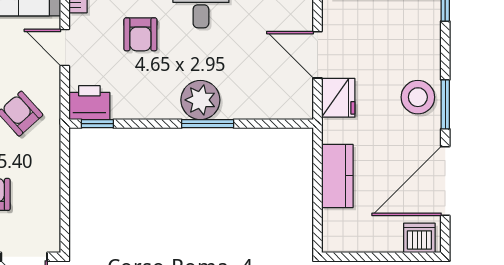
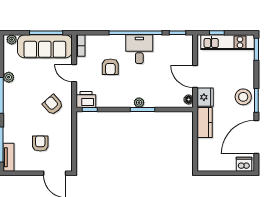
plant: (200, 100) -> (139, 103), width x0.53, depth x0.53
floor lamp: (304, 103) -> (189, 100), added
kitchen counter: (337, 176) -> (205, 123), moved

